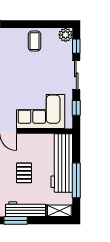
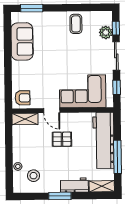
plant: (66, 35) -> (106, 32), moved
pallet: (24, 173) -> (62, 139), moved, turned 90
workbench: (25, 209) -> (74, 185), width x0.73

